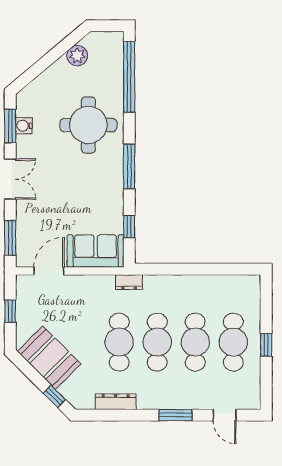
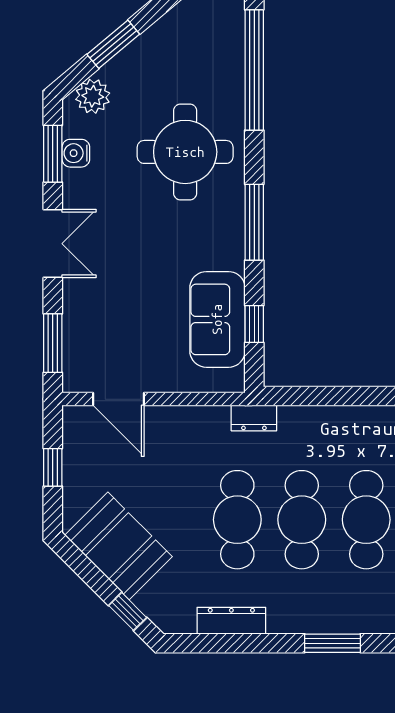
plant: (77, 56) -> (93, 96), moved
window: (46, 61) -> (113, 44), added
sofa: (96, 251) -> (217, 319), moved, turned -90
door: (49, 271) -> (118, 399), swing flipped

